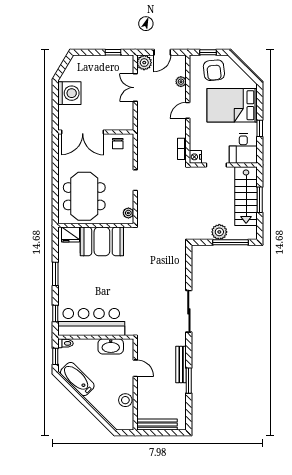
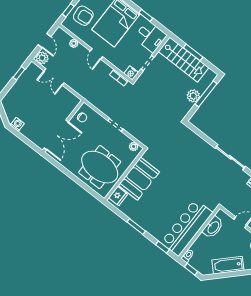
washing machine: (69, 93) -> (17, 124), width x0.53, depth x0.53
bathtub: (77, 379) -> (228, 265), moved

